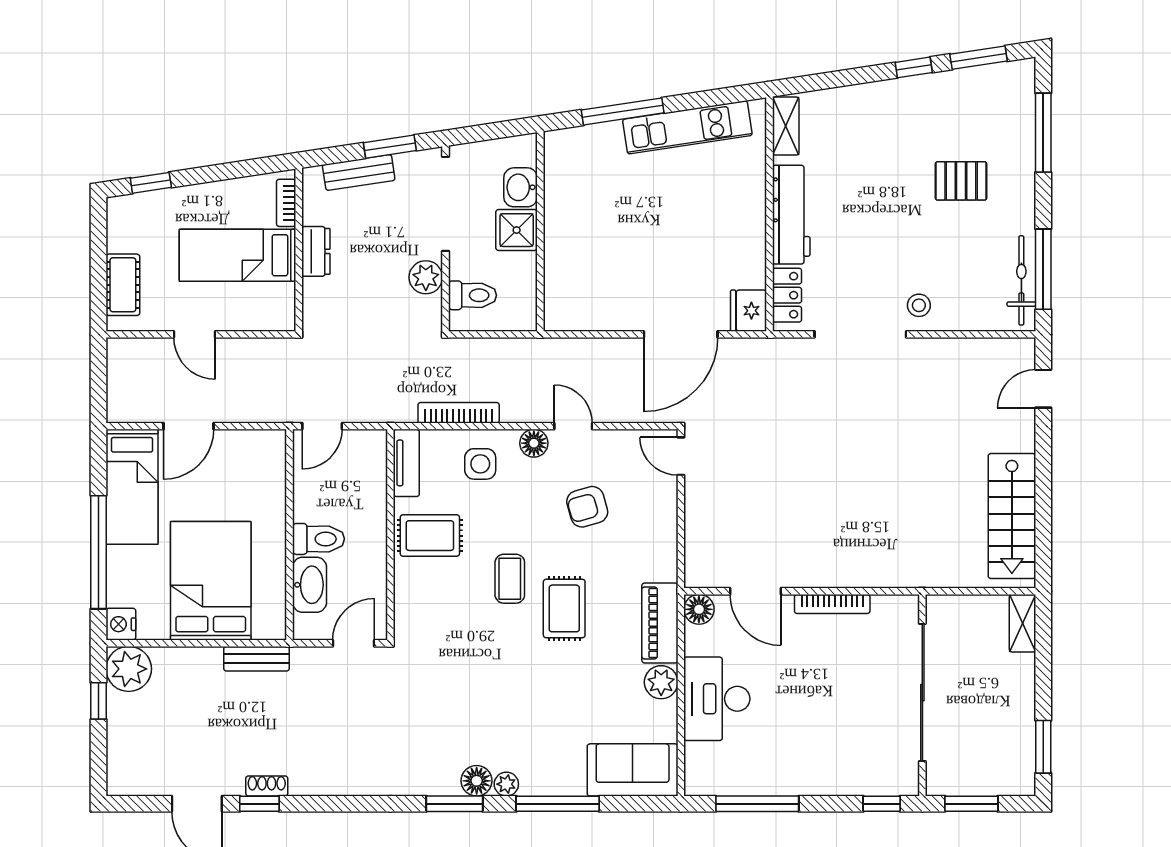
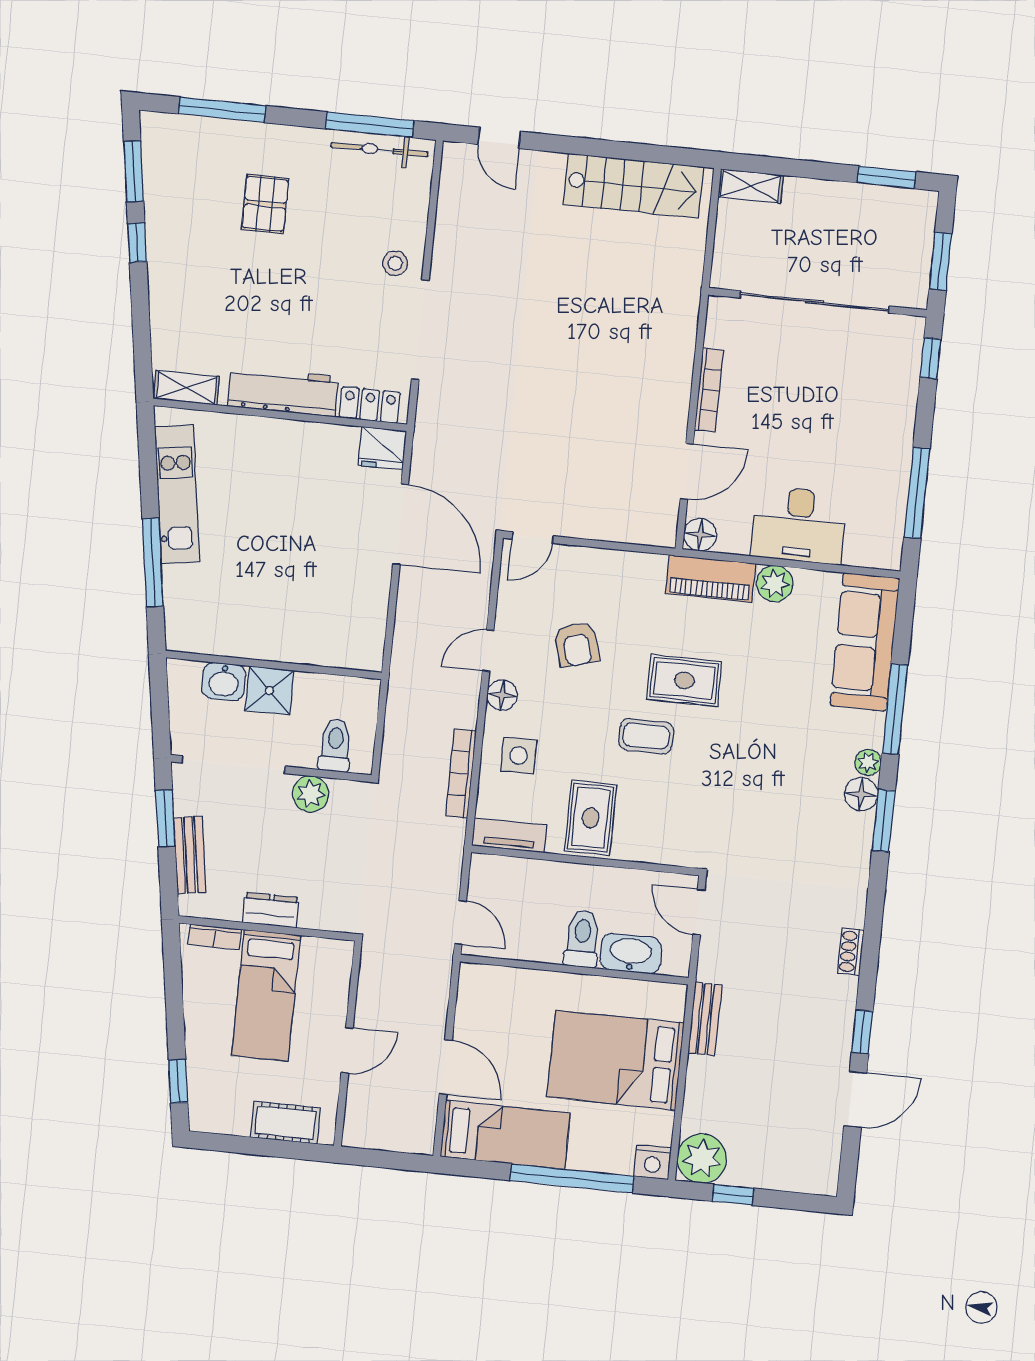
sofa: (633, 770) -> (865, 642), width x1.36
shoe rack: (267, 786) -> (851, 952), moved

